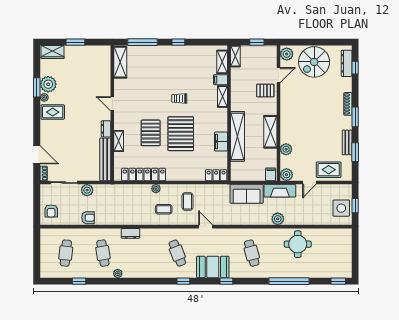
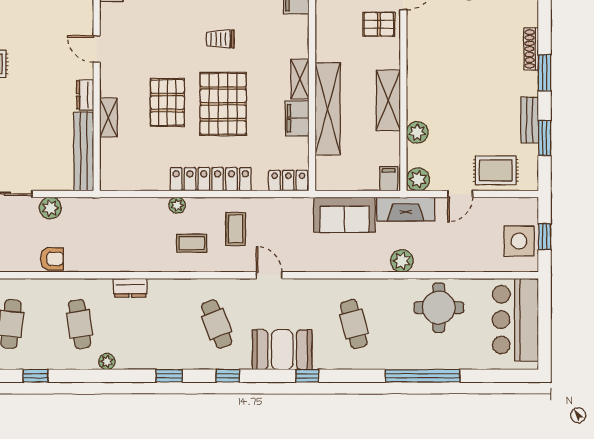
shelving: (222, 97) -> (300, 79), moved
locker: (144, 175) -> (211, 179), moved
bar counter: (339, 251) -> (515, 320), added
window: (338, 281) -> (169, 376), moved

